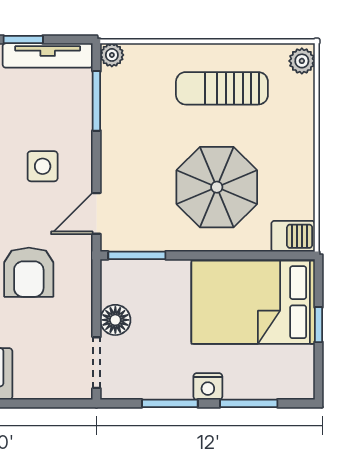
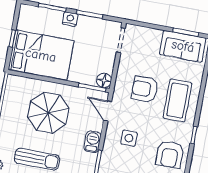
door: (96, 213) -> (108, 111), swing flipped
barbecue: (293, 236) -> (92, 142), moved, turned 90
armchair: (29, 272) -> (145, 89), turned -90
floor lamp: (115, 320) -> (104, 80), moved

